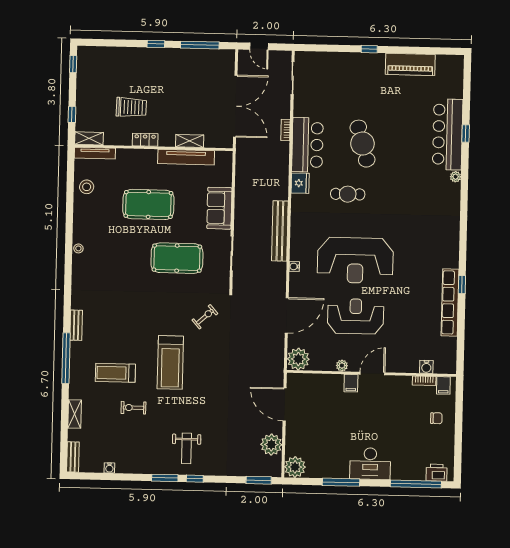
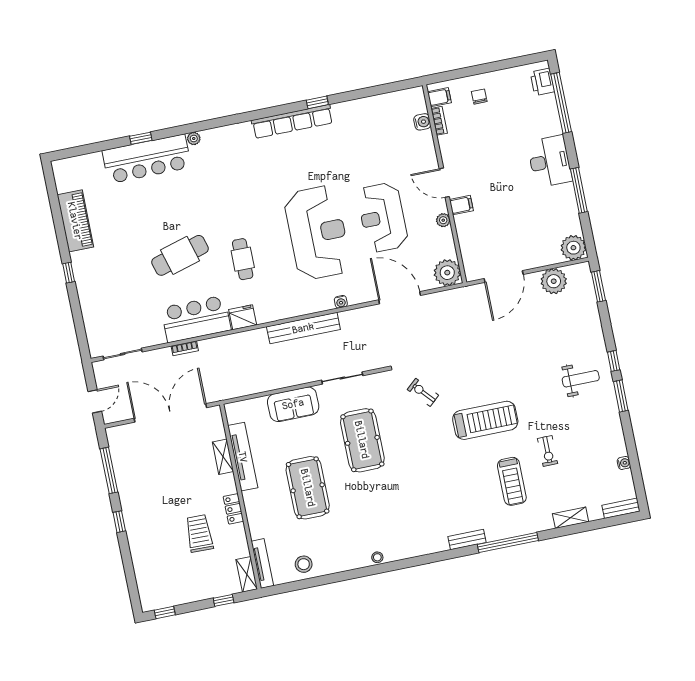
row of seats: (450, 302) -> (292, 121), moved

